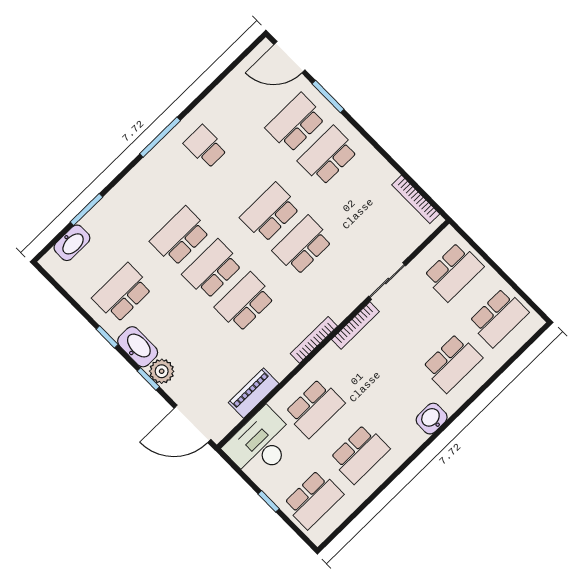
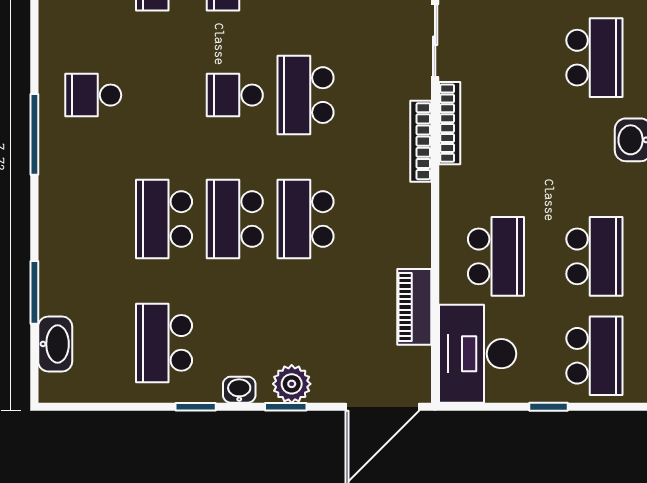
school desk: (270, 212) -> (235, 95), width x0.54
bookcase: (314, 340) -> (421, 141), moved
washbasin: (138, 347) -> (239, 390), width x0.52, depth x0.69

